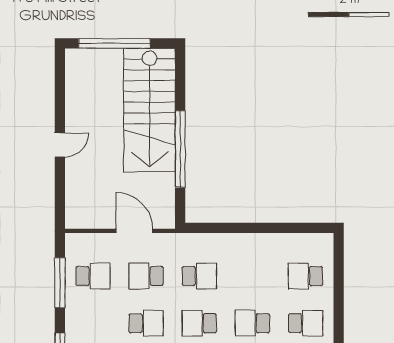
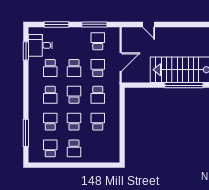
door: (60, 145) -> (149, 24), moved
window: (180, 149) -> (184, 85), moved
school desk: (93, 276) -> (98, 41), turned 180
school desk: (305, 276) -> (98, 122), moved

